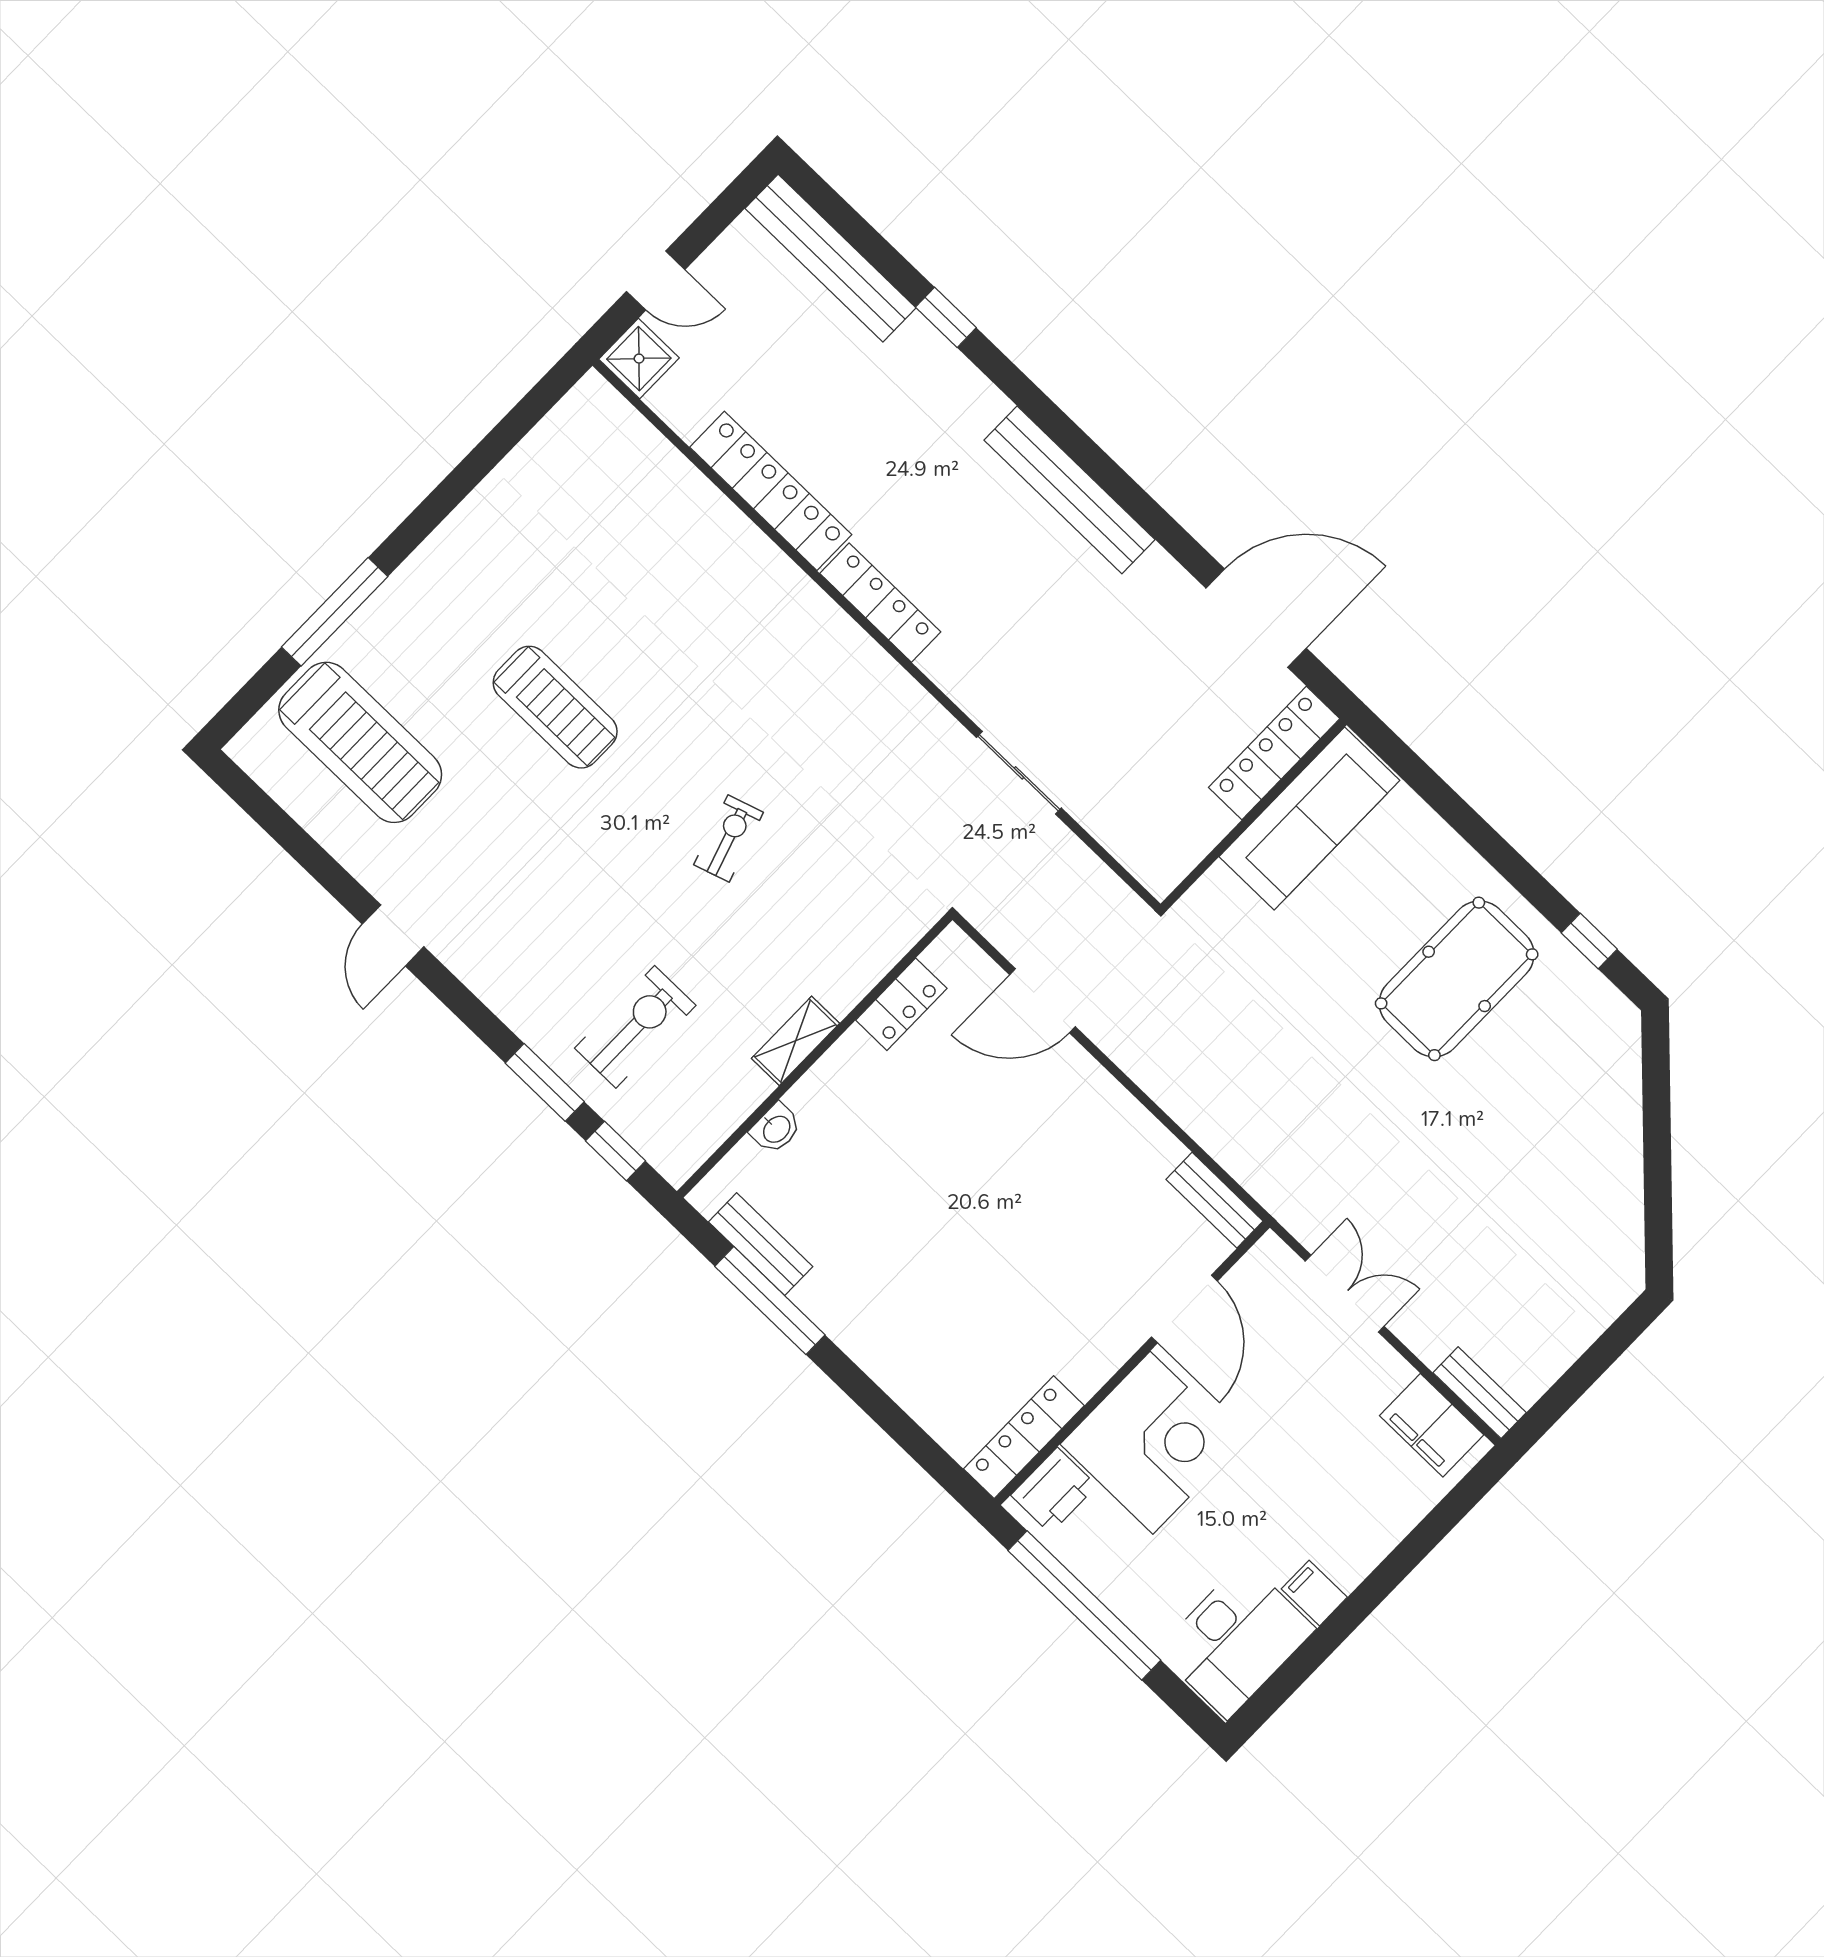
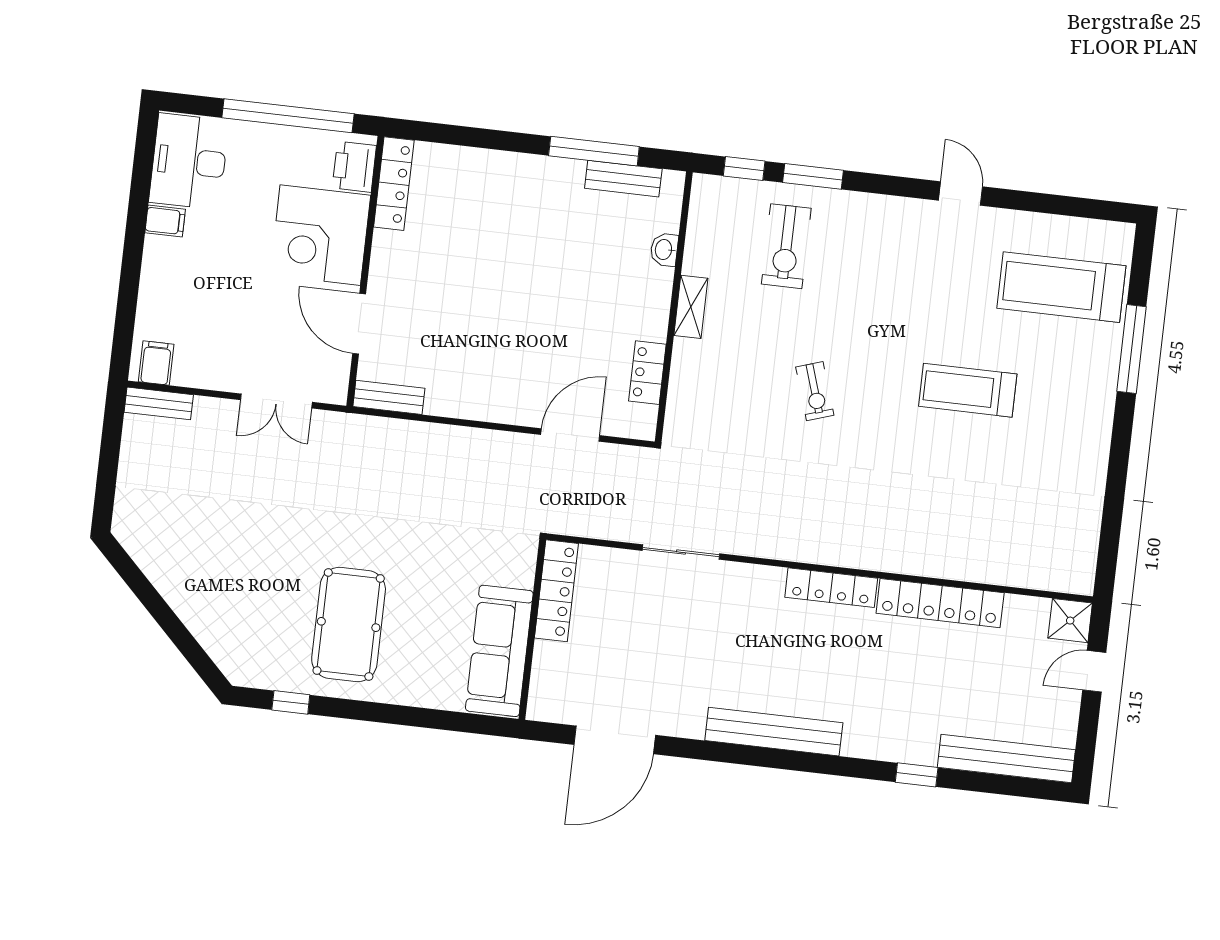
locker: (1274, 753) -> (556, 591), moved
filing cabinet: (1432, 1425) -> (156, 363), width x0.50

